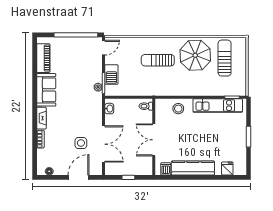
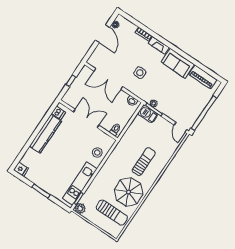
barbecue: (111, 74) -> (148, 114), moved
plant: (240, 90) -> (80, 208), added
side table: (81, 143) -> (140, 73), moved
fridge: (227, 168) -> (21, 169), moved
door: (79, 177) -> (102, 34), moved

